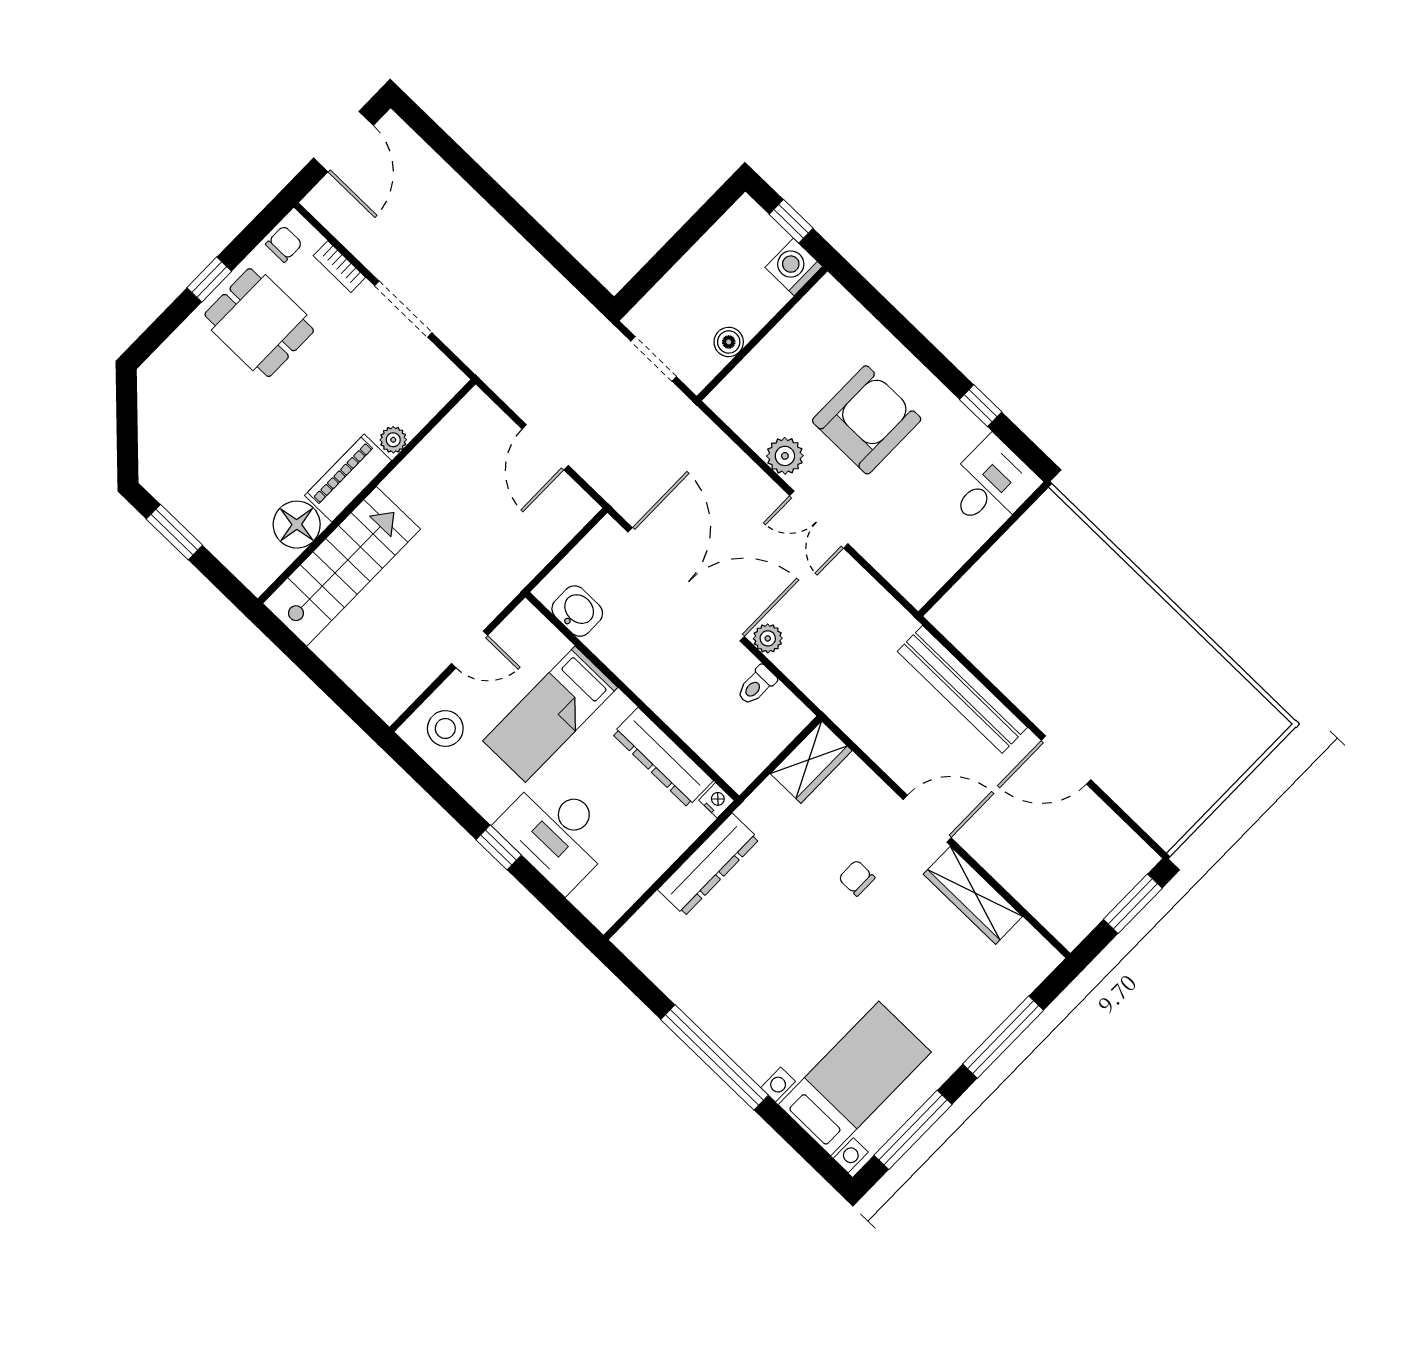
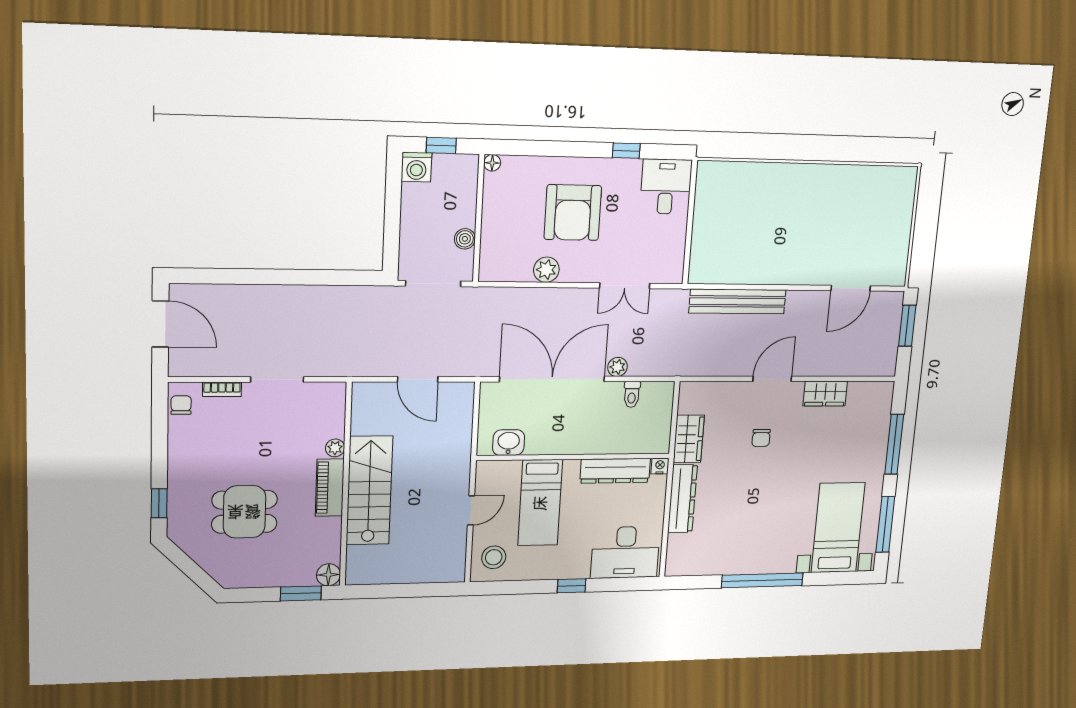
washing machine: (794, 267) -> (416, 167), moved, turned -90
window: (209, 280) -> (159, 503), moved
floor lamp: (828, 288) -> (492, 163), added
dining table: (259, 323) -> (244, 512), moved
doorway: (654, 359) -> (433, 284), width x1.38
armchair: (867, 420) -> (573, 213), turned 180
double door: (819, 520) -> (625, 286), moved
floor lamp: (297, 525) -> (328, 575), moved, width x0.73, depth x0.73
window: (174, 532) -> (301, 593), moved
stairs: (342, 566) -> (369, 491), moved
door: (1066, 760) -> (851, 288), moved
wardrobe: (811, 762) -> (689, 439), moved
desk: (556, 833) -> (625, 552), moved
chair: (857, 878) -> (761, 438), turned -90
wardrobe: (973, 895) -> (825, 394), width x0.67

